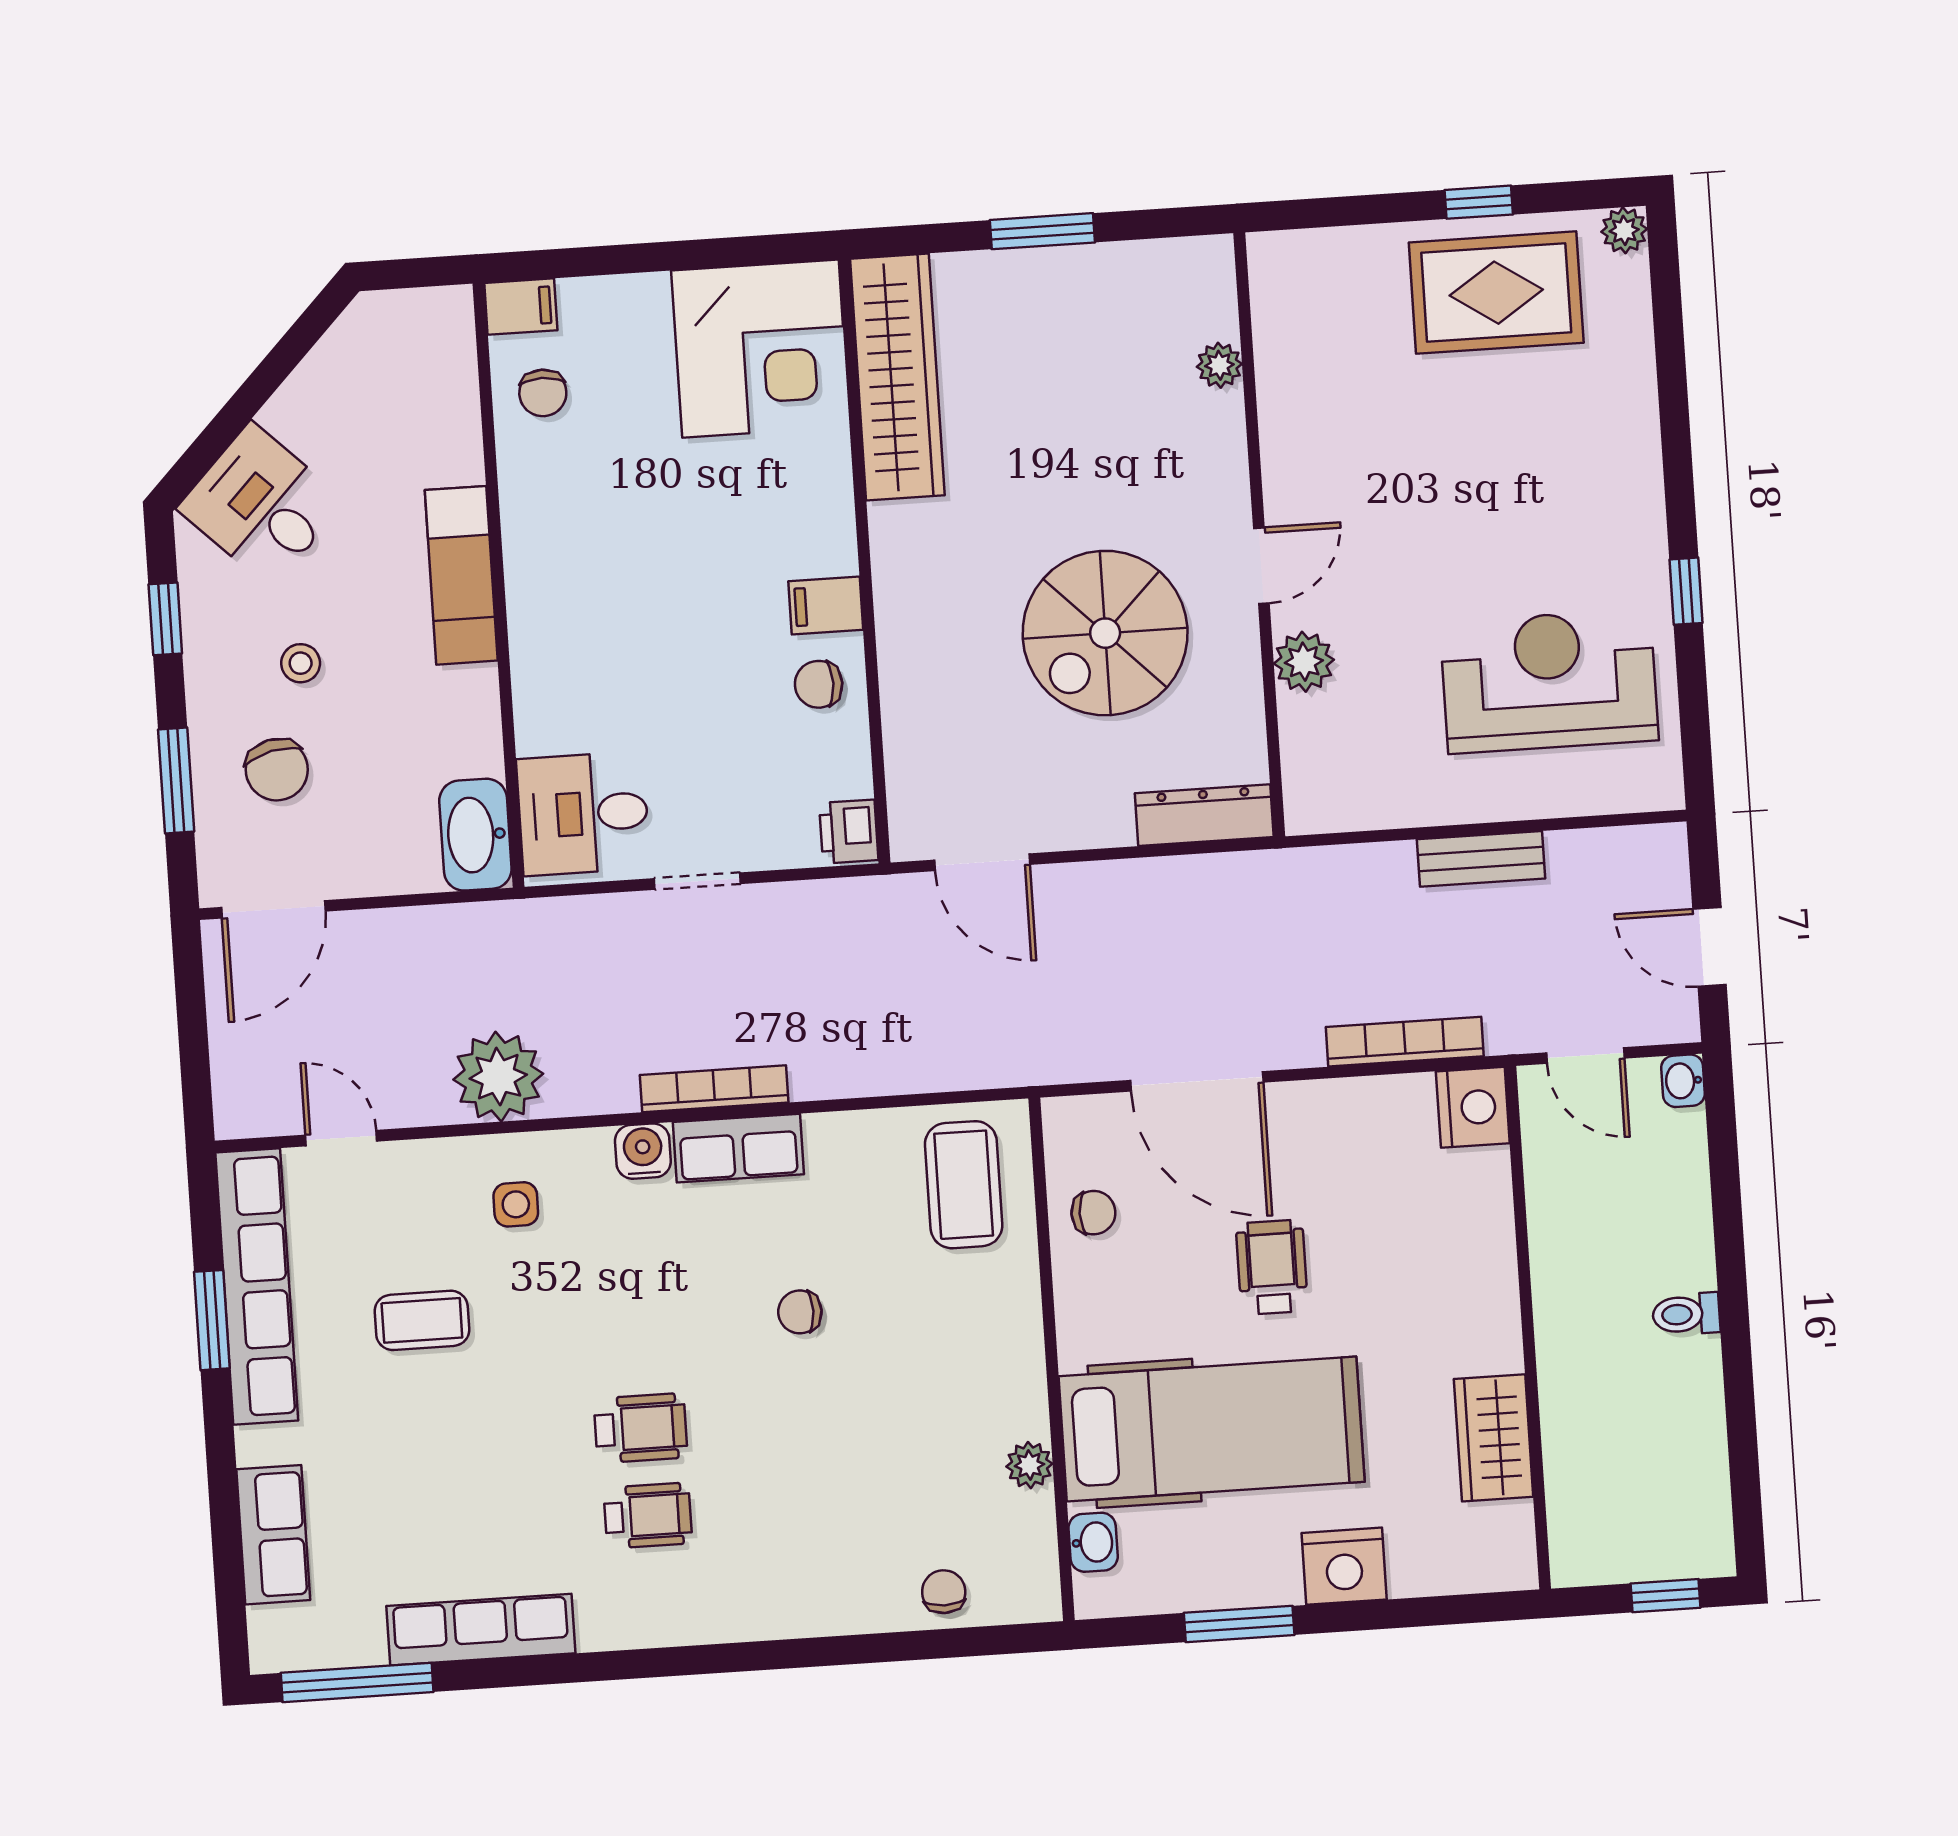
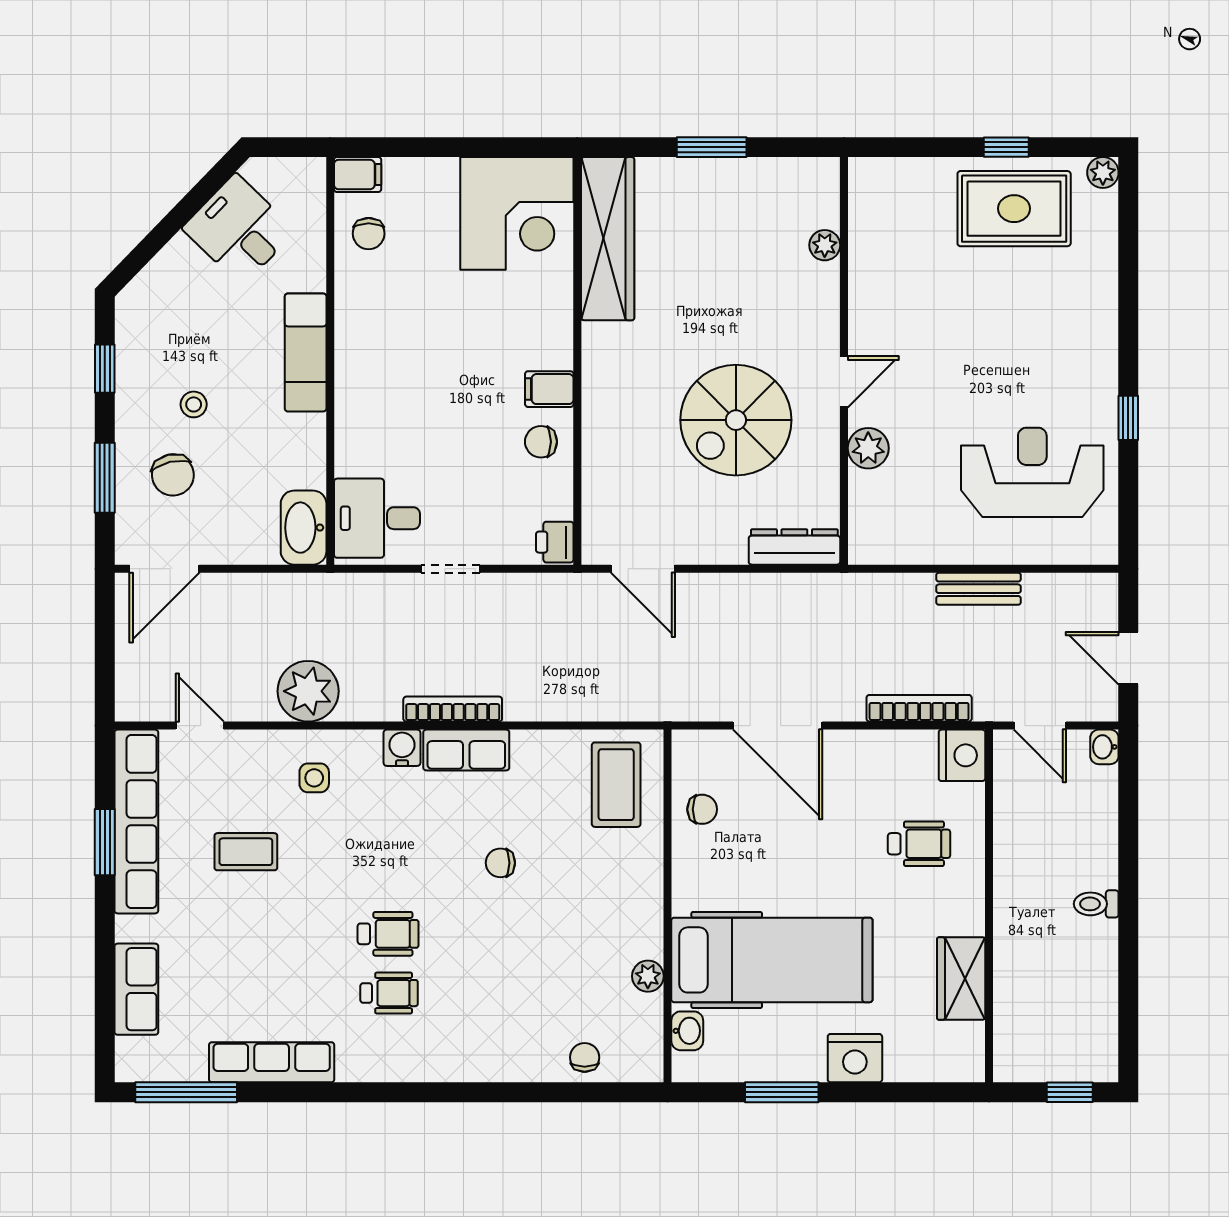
desk: (261, 505) -> (239, 230), moved
wheelchair: (1272, 1267) -> (919, 844), moved, turned 90

